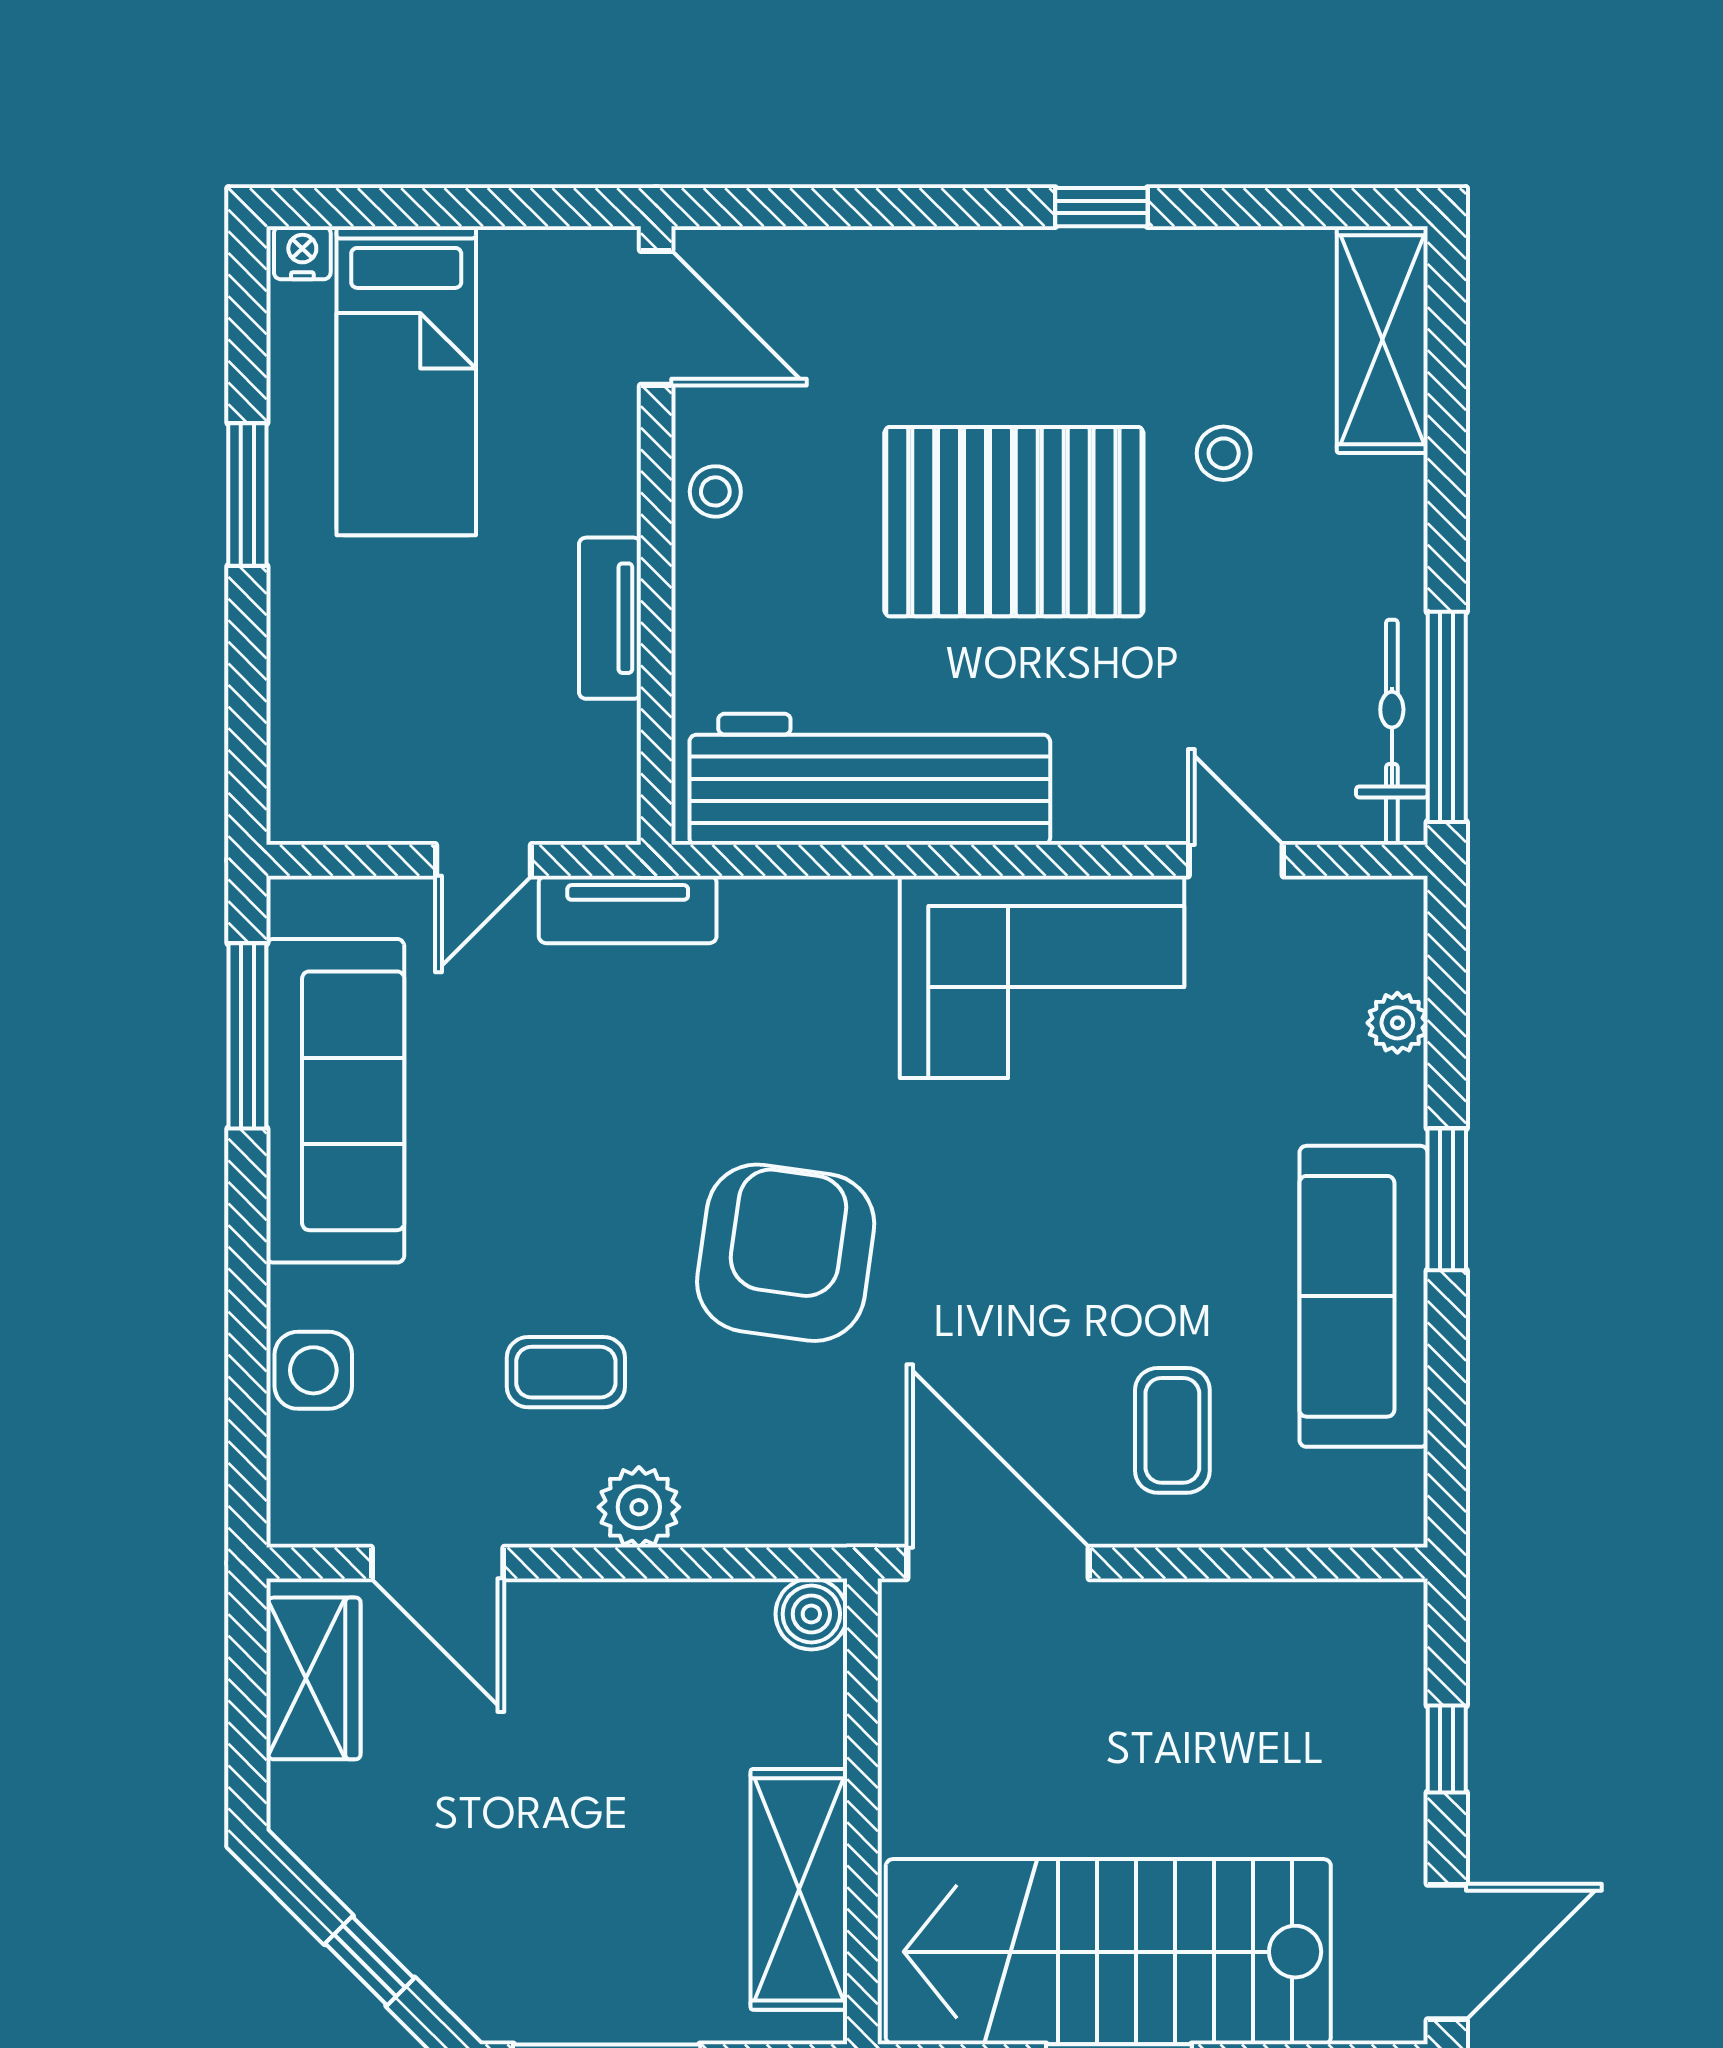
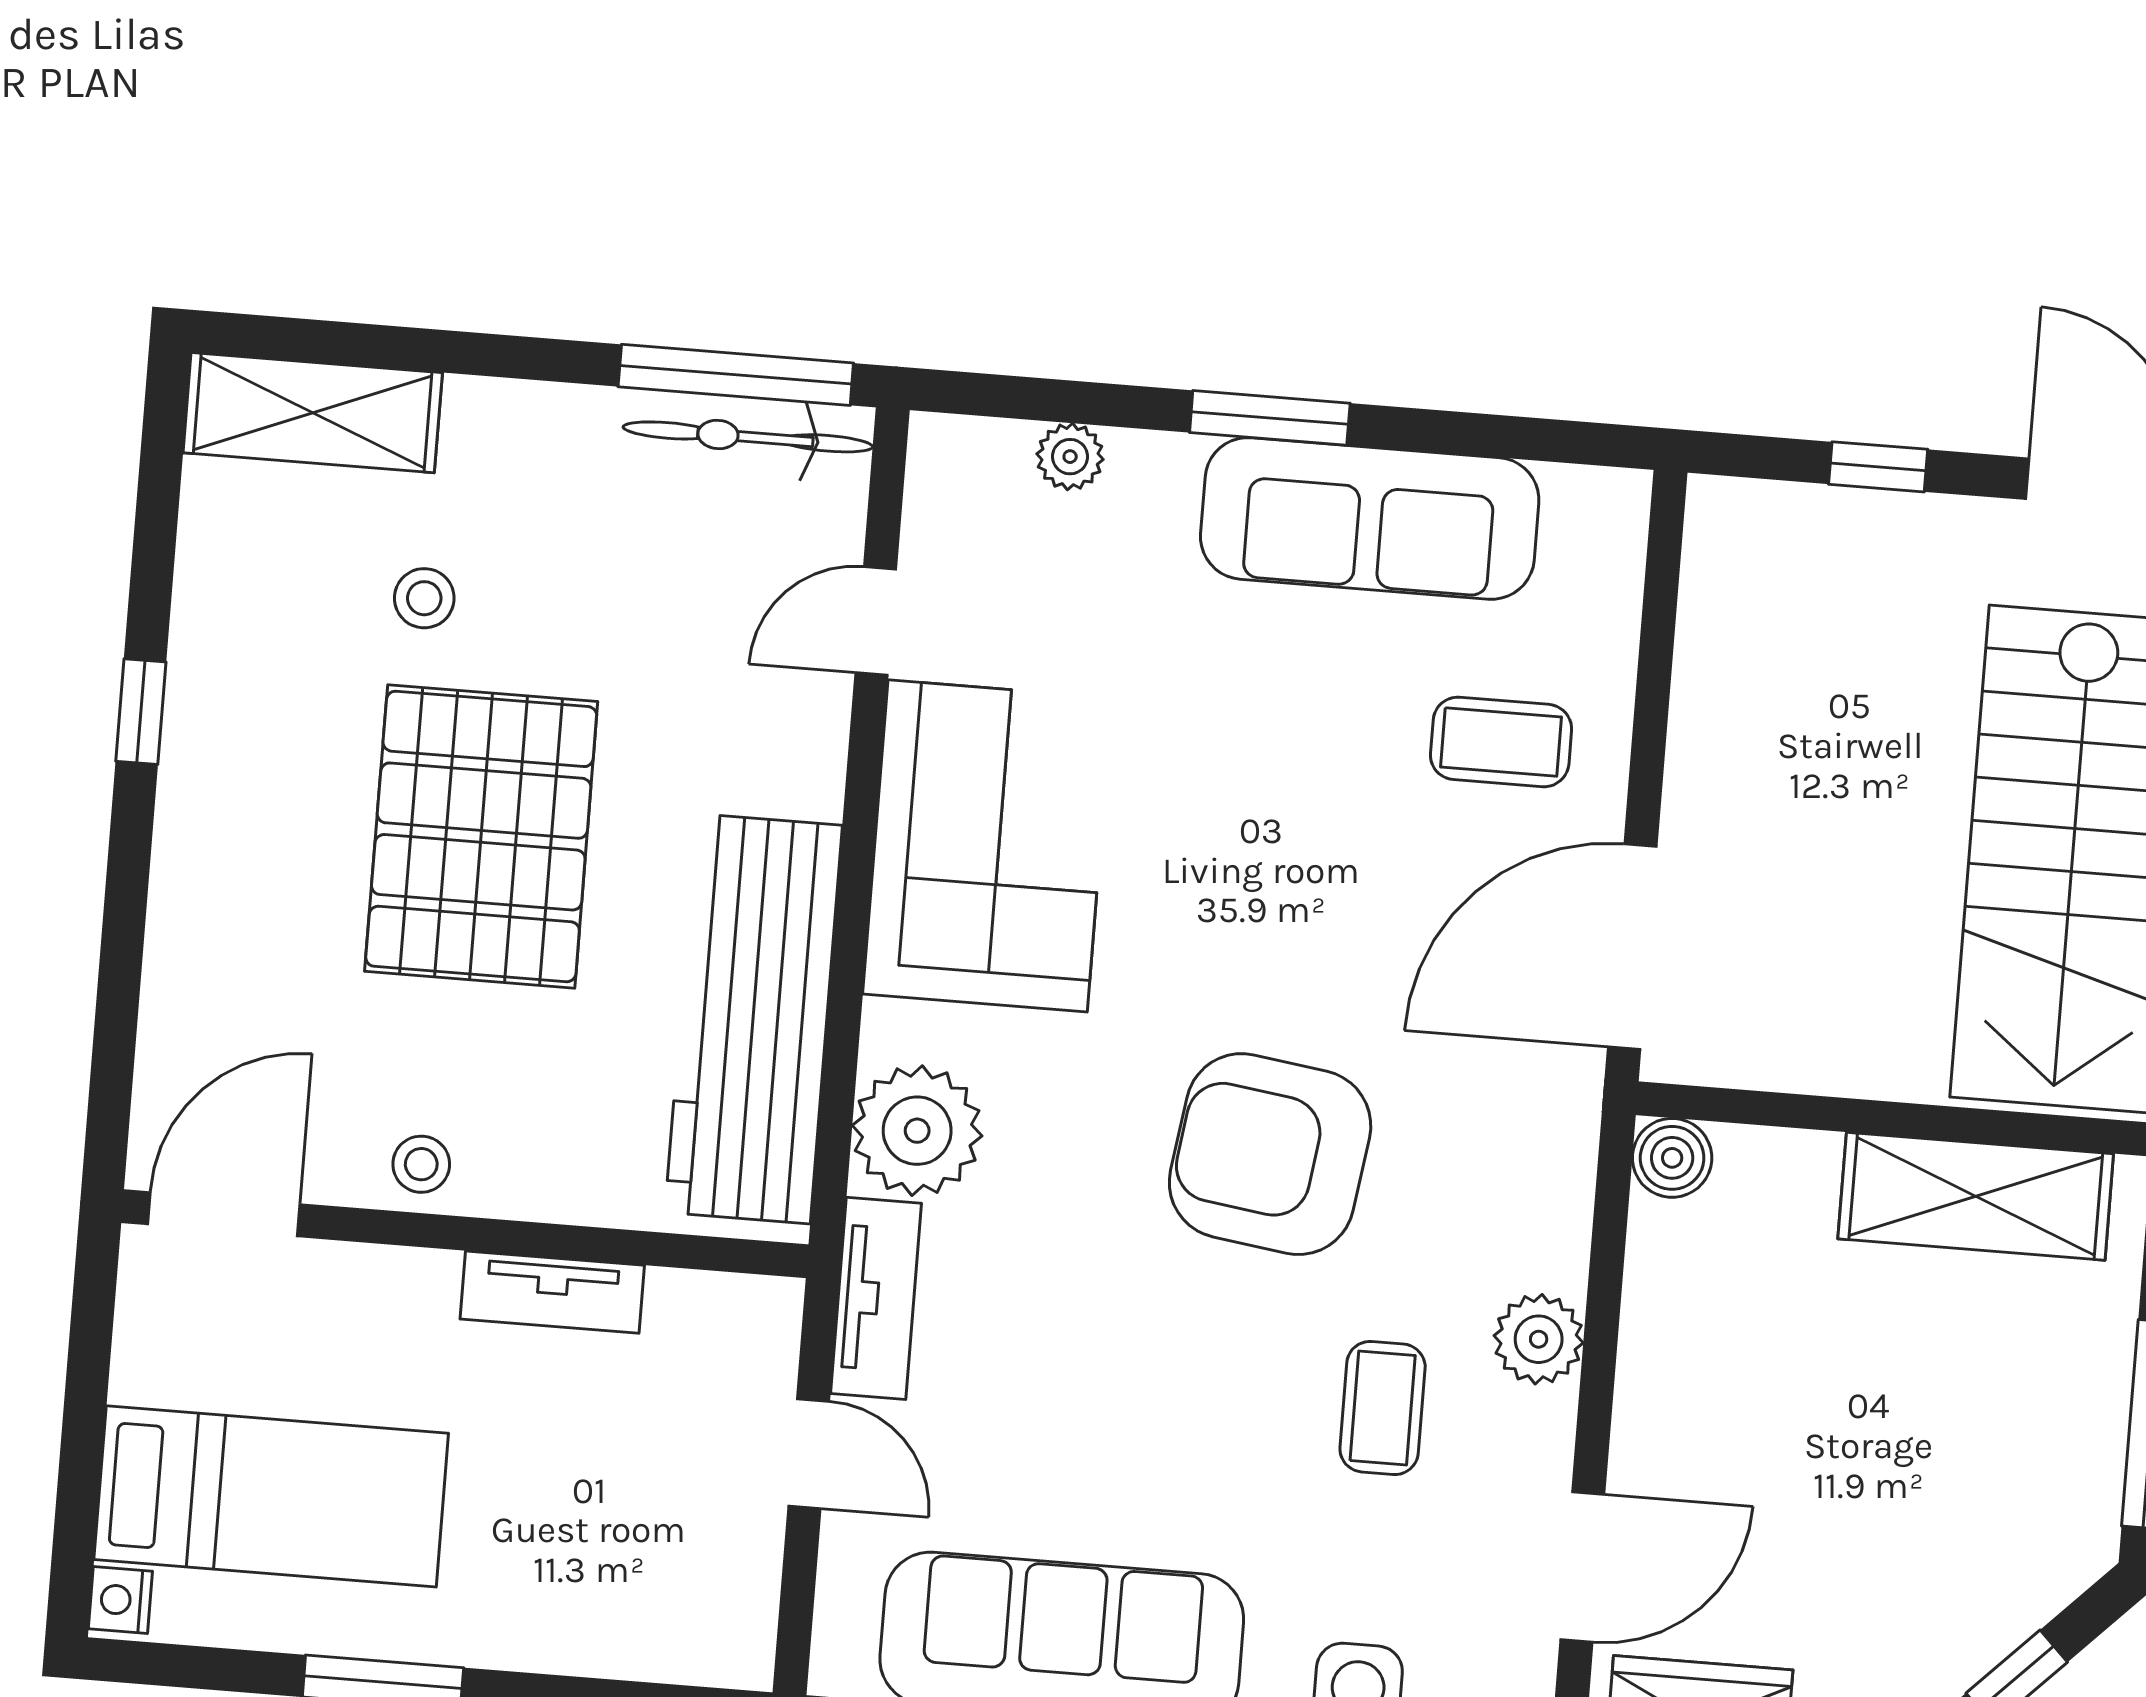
plant: (781, 934) -> (917, 1131), added

